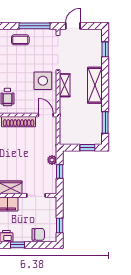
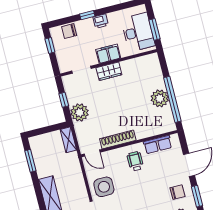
shelving: (65, 85) -> (68, 140), moved
window: (87, 148) -> (42, 131), removed
plant: (52, 160) -> (80, 112), width x1.88, depth x1.88

